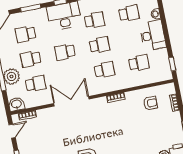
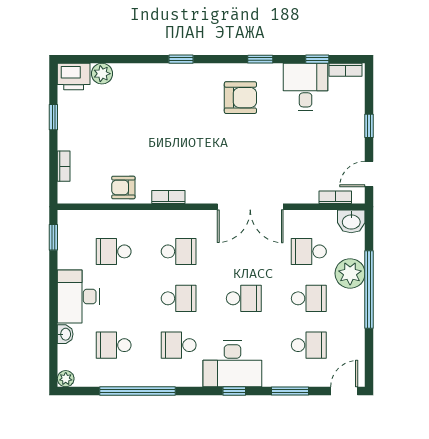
school desk: (99, 45) -> (179, 298), turned 180
school desk: (104, 70) -> (179, 251), turned 180
armchair: (150, 103) -> (123, 187), moved

